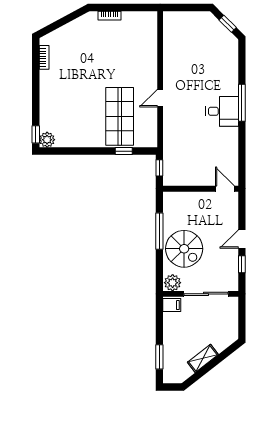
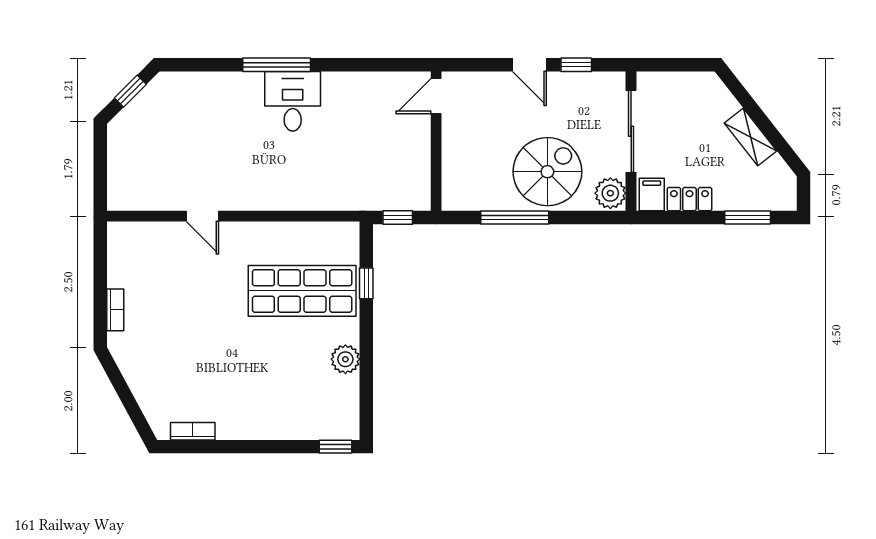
door: (160, 98) -> (202, 216), moved
plant: (47, 140) -> (345, 359), moved
locker: (169, 325) -> (689, 199), added

